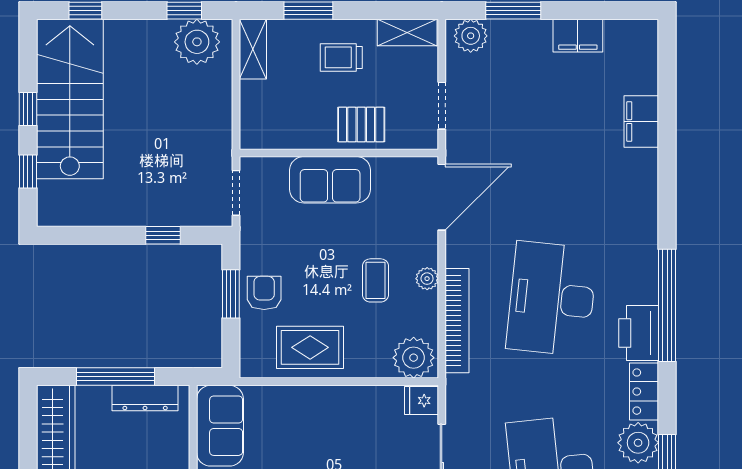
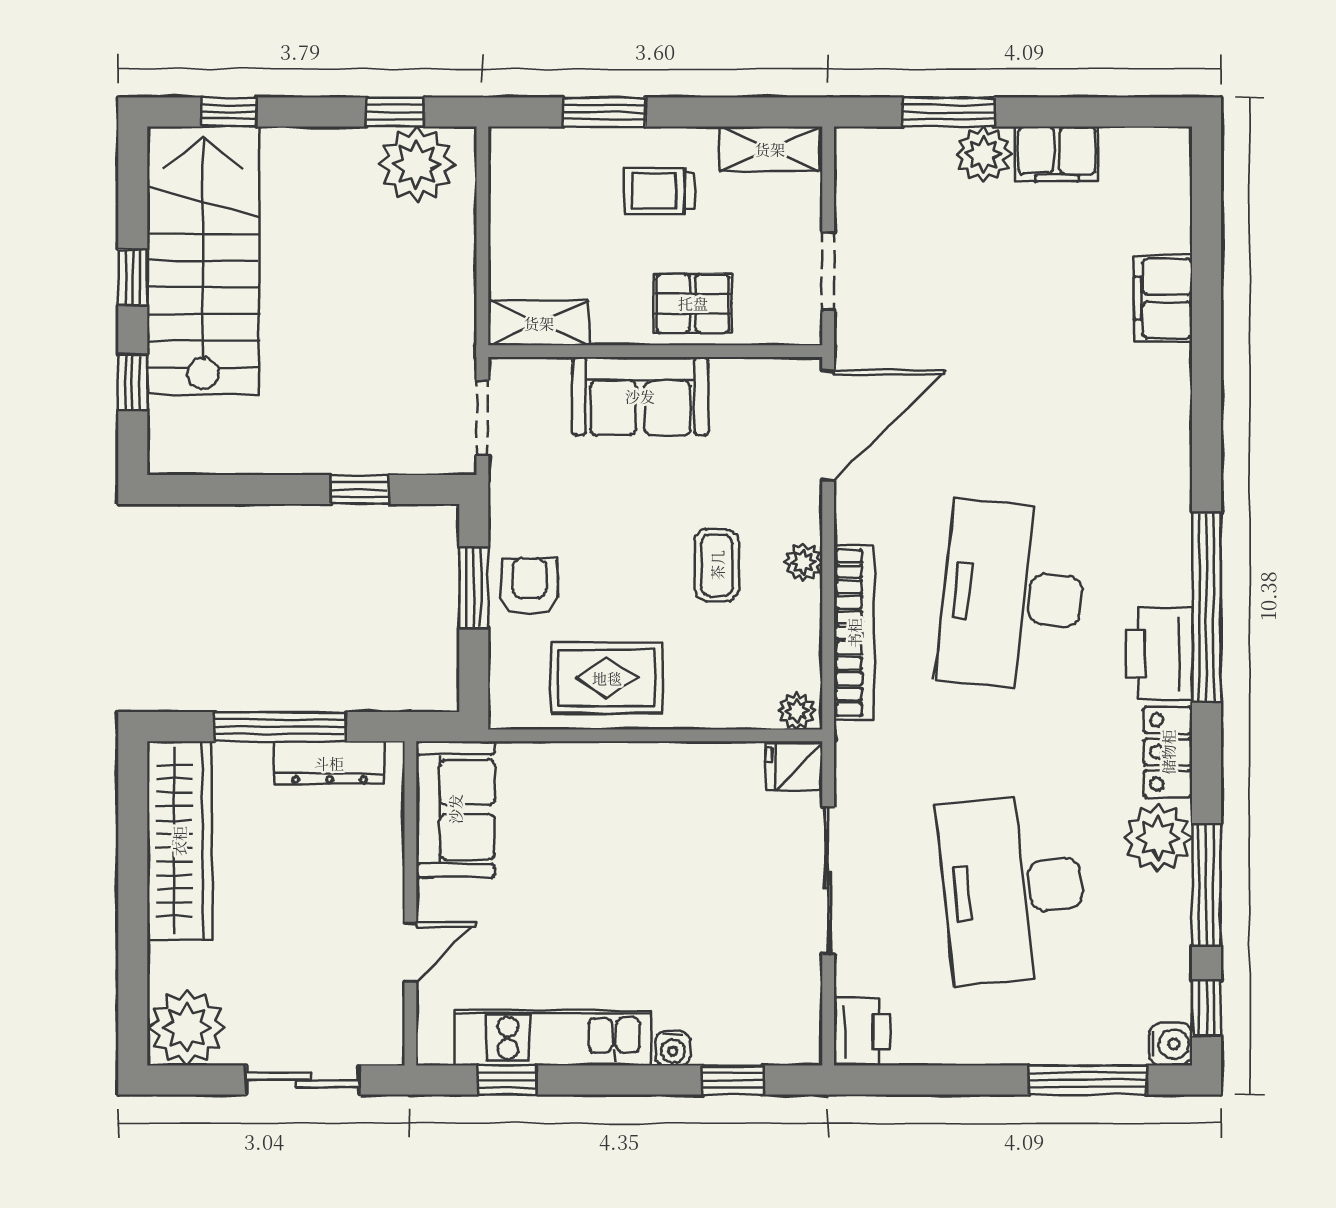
plant: (471, 36) -> (984, 154), moved
shelving: (253, 49) -> (539, 323), moved, turned 90
plant: (414, 358) -> (797, 711), width x0.53, depth x0.53

